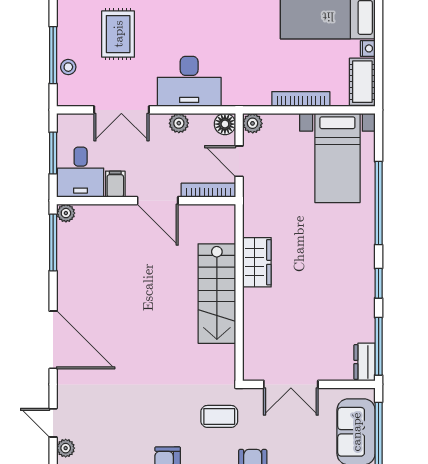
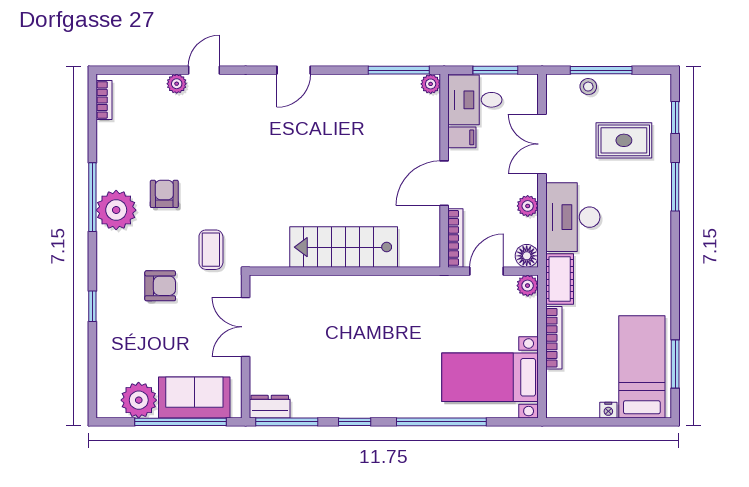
cot: (362, 82) -> (560, 279), moved, turned 90
wardrobe: (257, 262) -> (377, 290), removed
door: (53, 340) -> (294, 70), width x0.53

